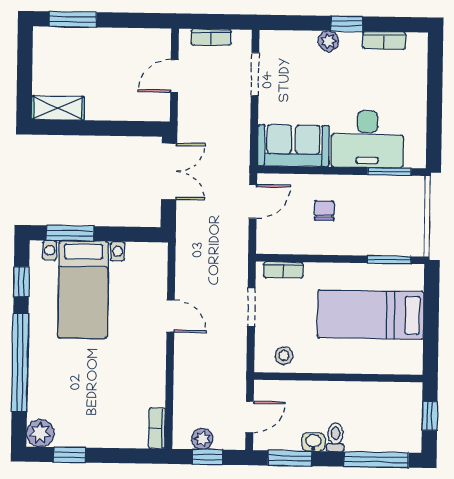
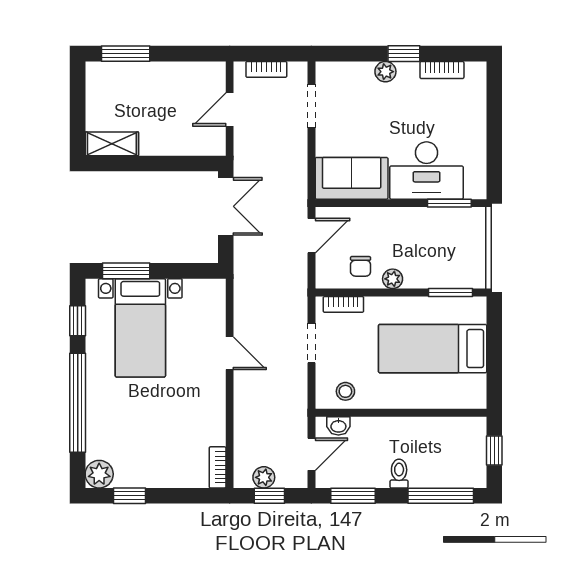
chair: (324, 211) -> (361, 266), moved, turned 180
plant: (332, 245) -> (393, 279), added
washbasin: (313, 442) -> (338, 426), moved, turned 180

